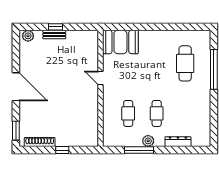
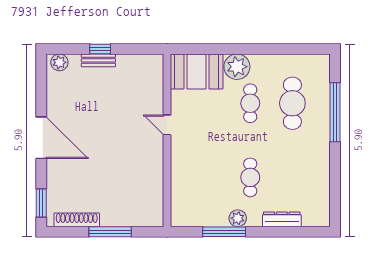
plant: (148, 39) -> (237, 67), added
cafe table: (128, 113) -> (250, 103), moved
window: (62, 150) -> (110, 232), width x2.17

